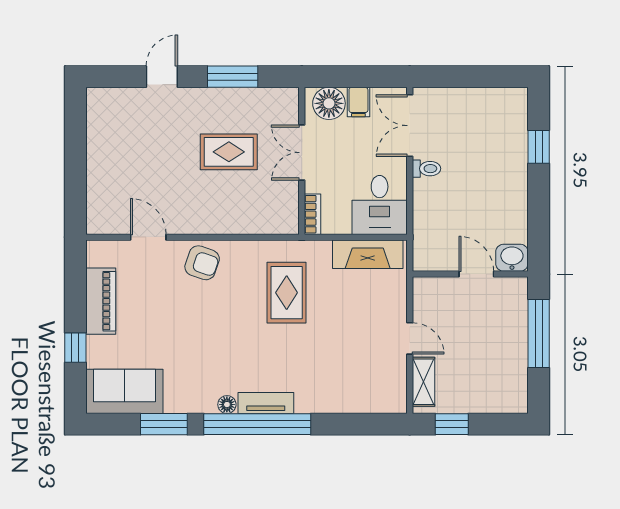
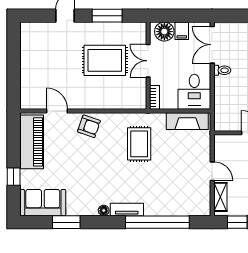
rug: (229, 152) -> (105, 60), width x1.36, depth x1.43
piano: (101, 301) -> (32, 142), width x1.37, depth x1.33
window: (257, 424) -> (157, 222), moved

